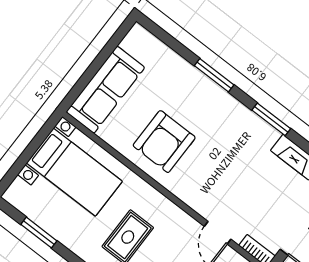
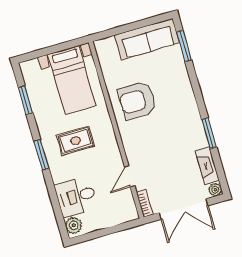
window: (214, 75) -> (184, 46), moved
sofa: (105, 90) -> (147, 39), moved

